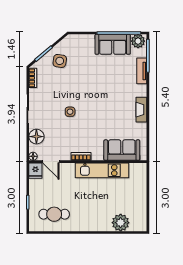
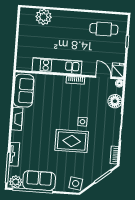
side table: (60, 61) -> (76, 183), moved
rug: (80, 90) -> (72, 141), added
sofa: (122, 150) -> (24, 91), moved, turned -90

